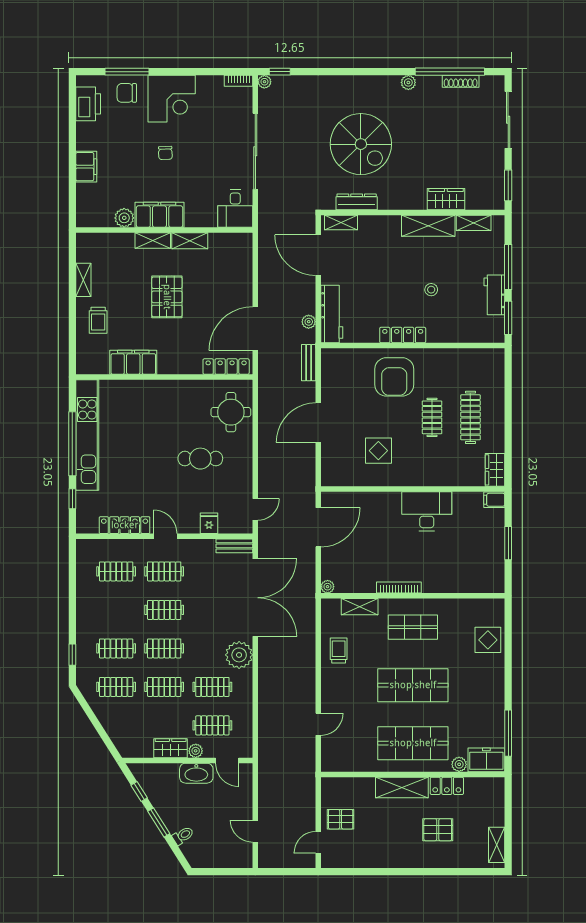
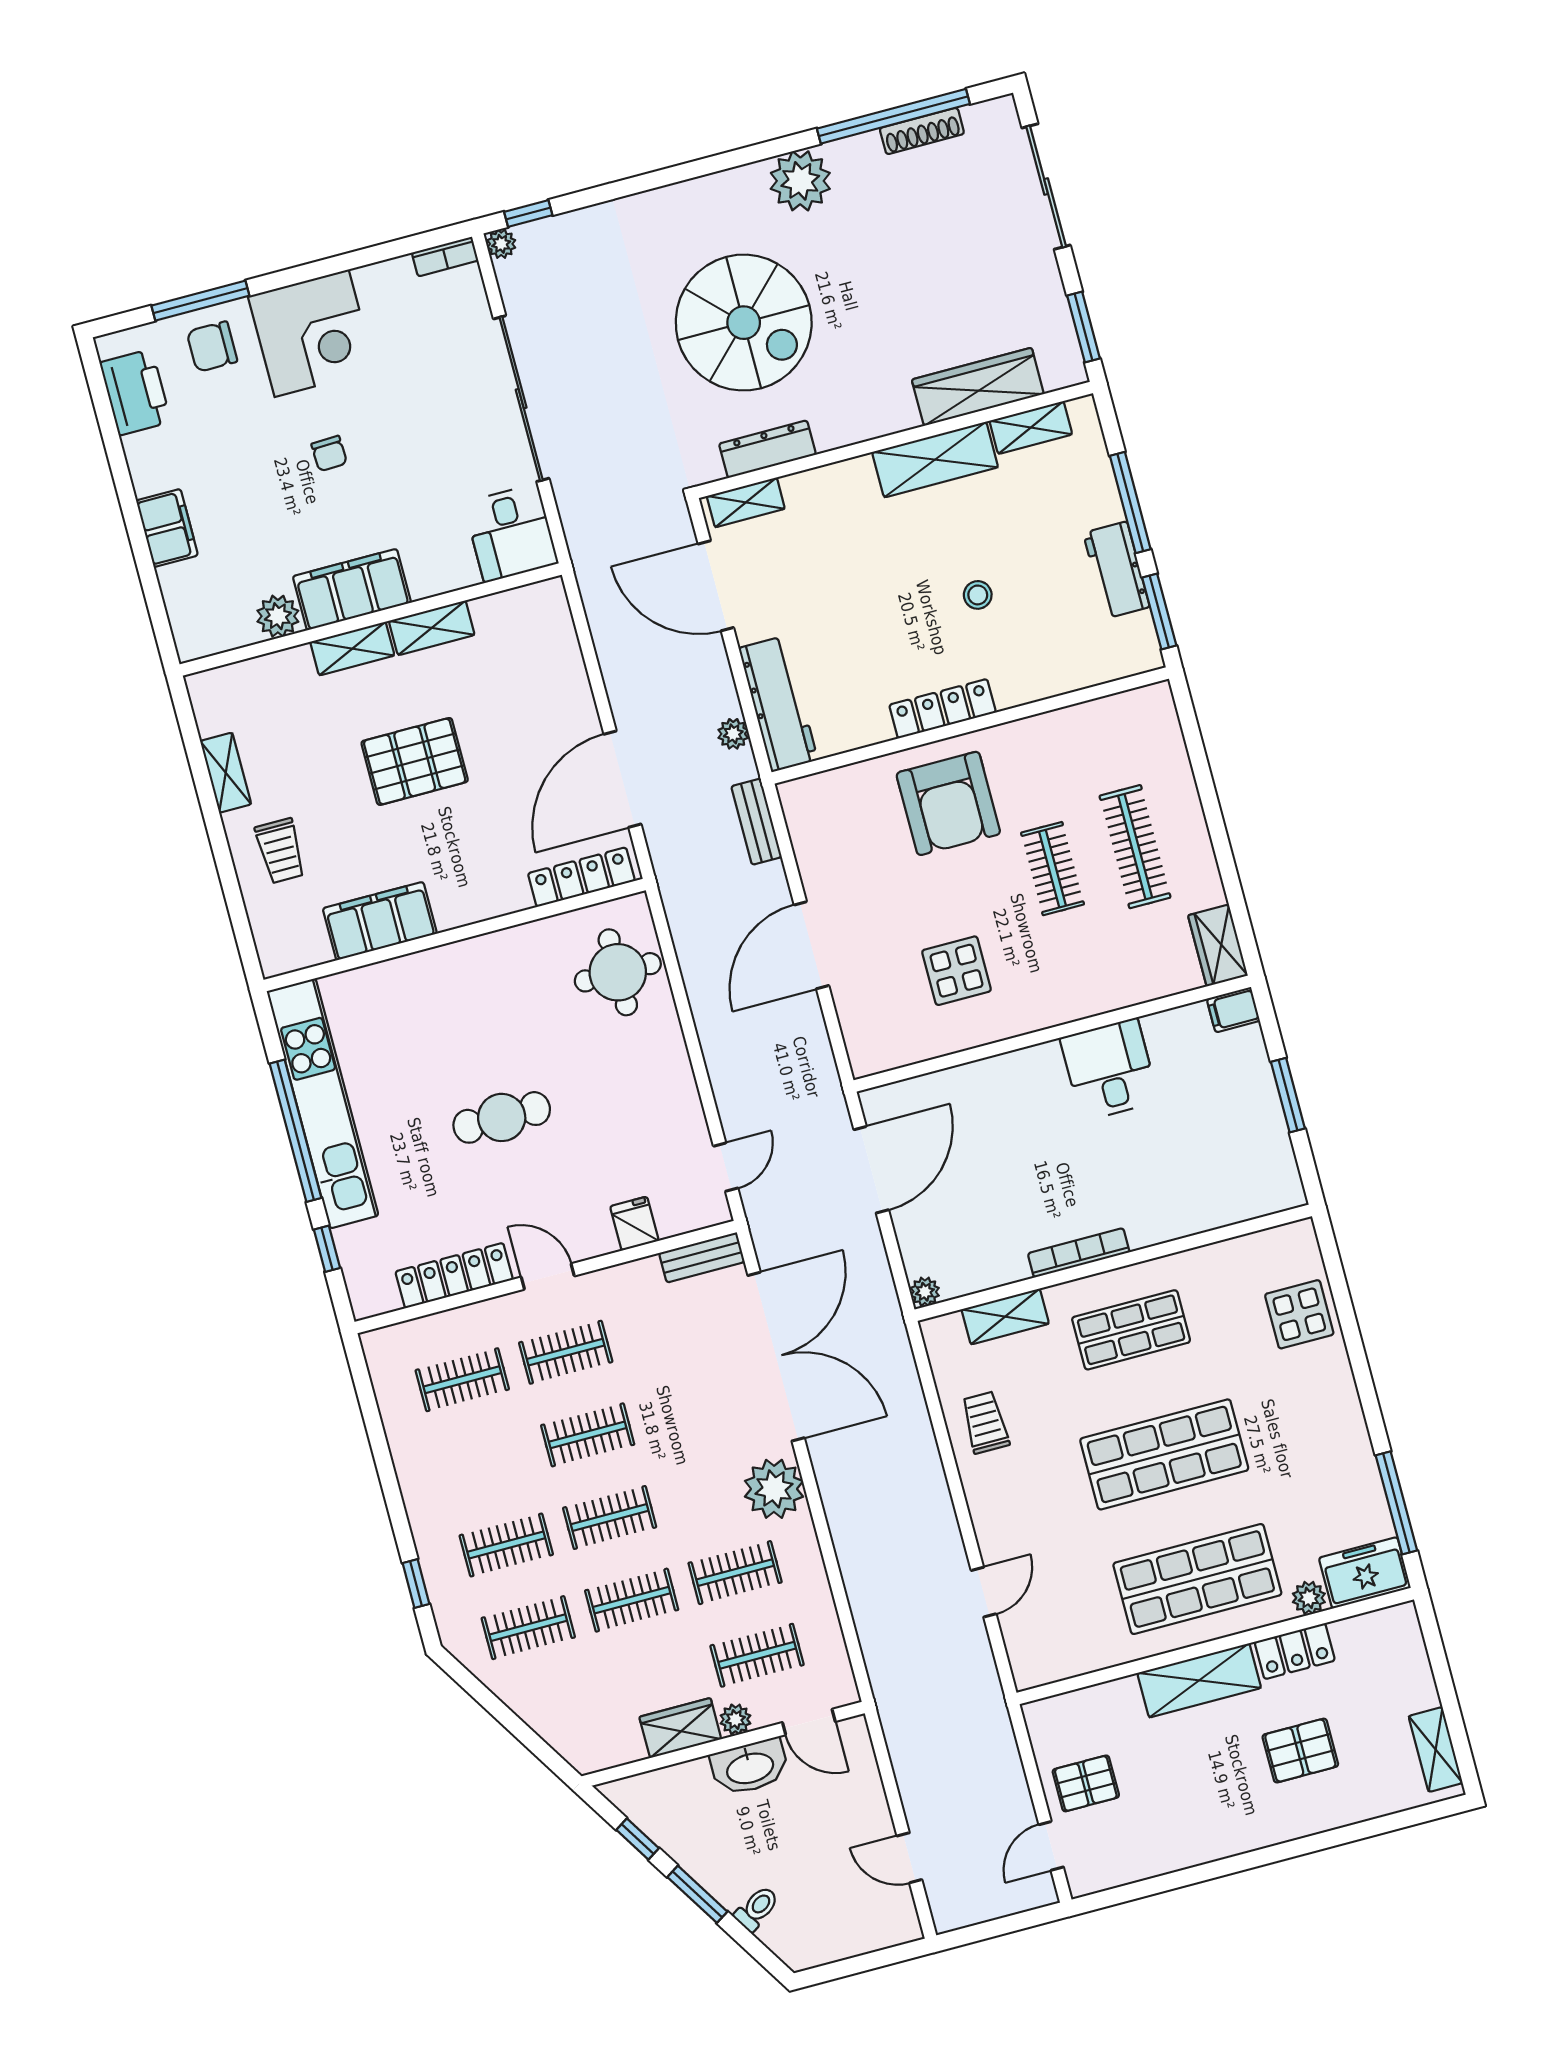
plant: (408, 82) -> (800, 181), width x1.87, depth x1.87
wardrobe: (446, 199) -> (978, 387), width x1.50
pallet: (167, 297) -> (415, 761), turned 90
cafe table: (200, 459) -> (502, 1117), moved
desk: (427, 511) -> (1109, 1070), width x0.73

